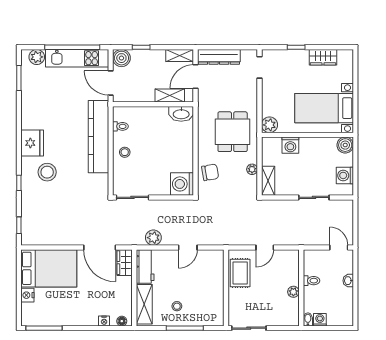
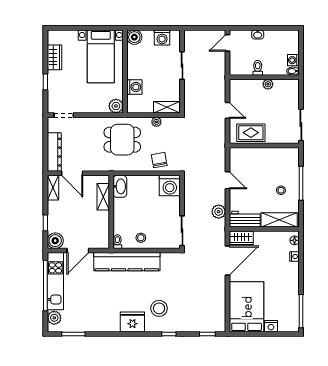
shelving: (170, 96) -> (103, 197), moved
wall: (153, 104) -> (111, 212), moved
washbasin: (181, 114) -> (120, 186), moved

